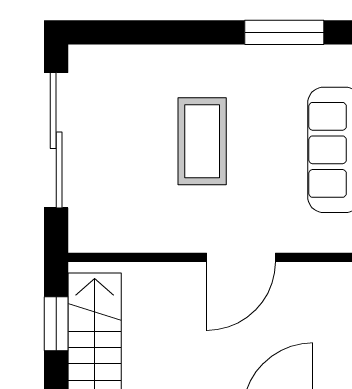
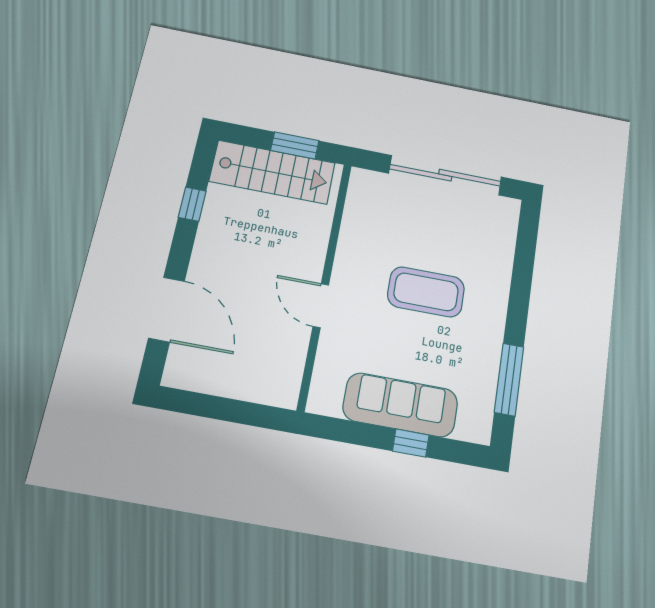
door: (241, 257) -> (321, 306), width x0.73

